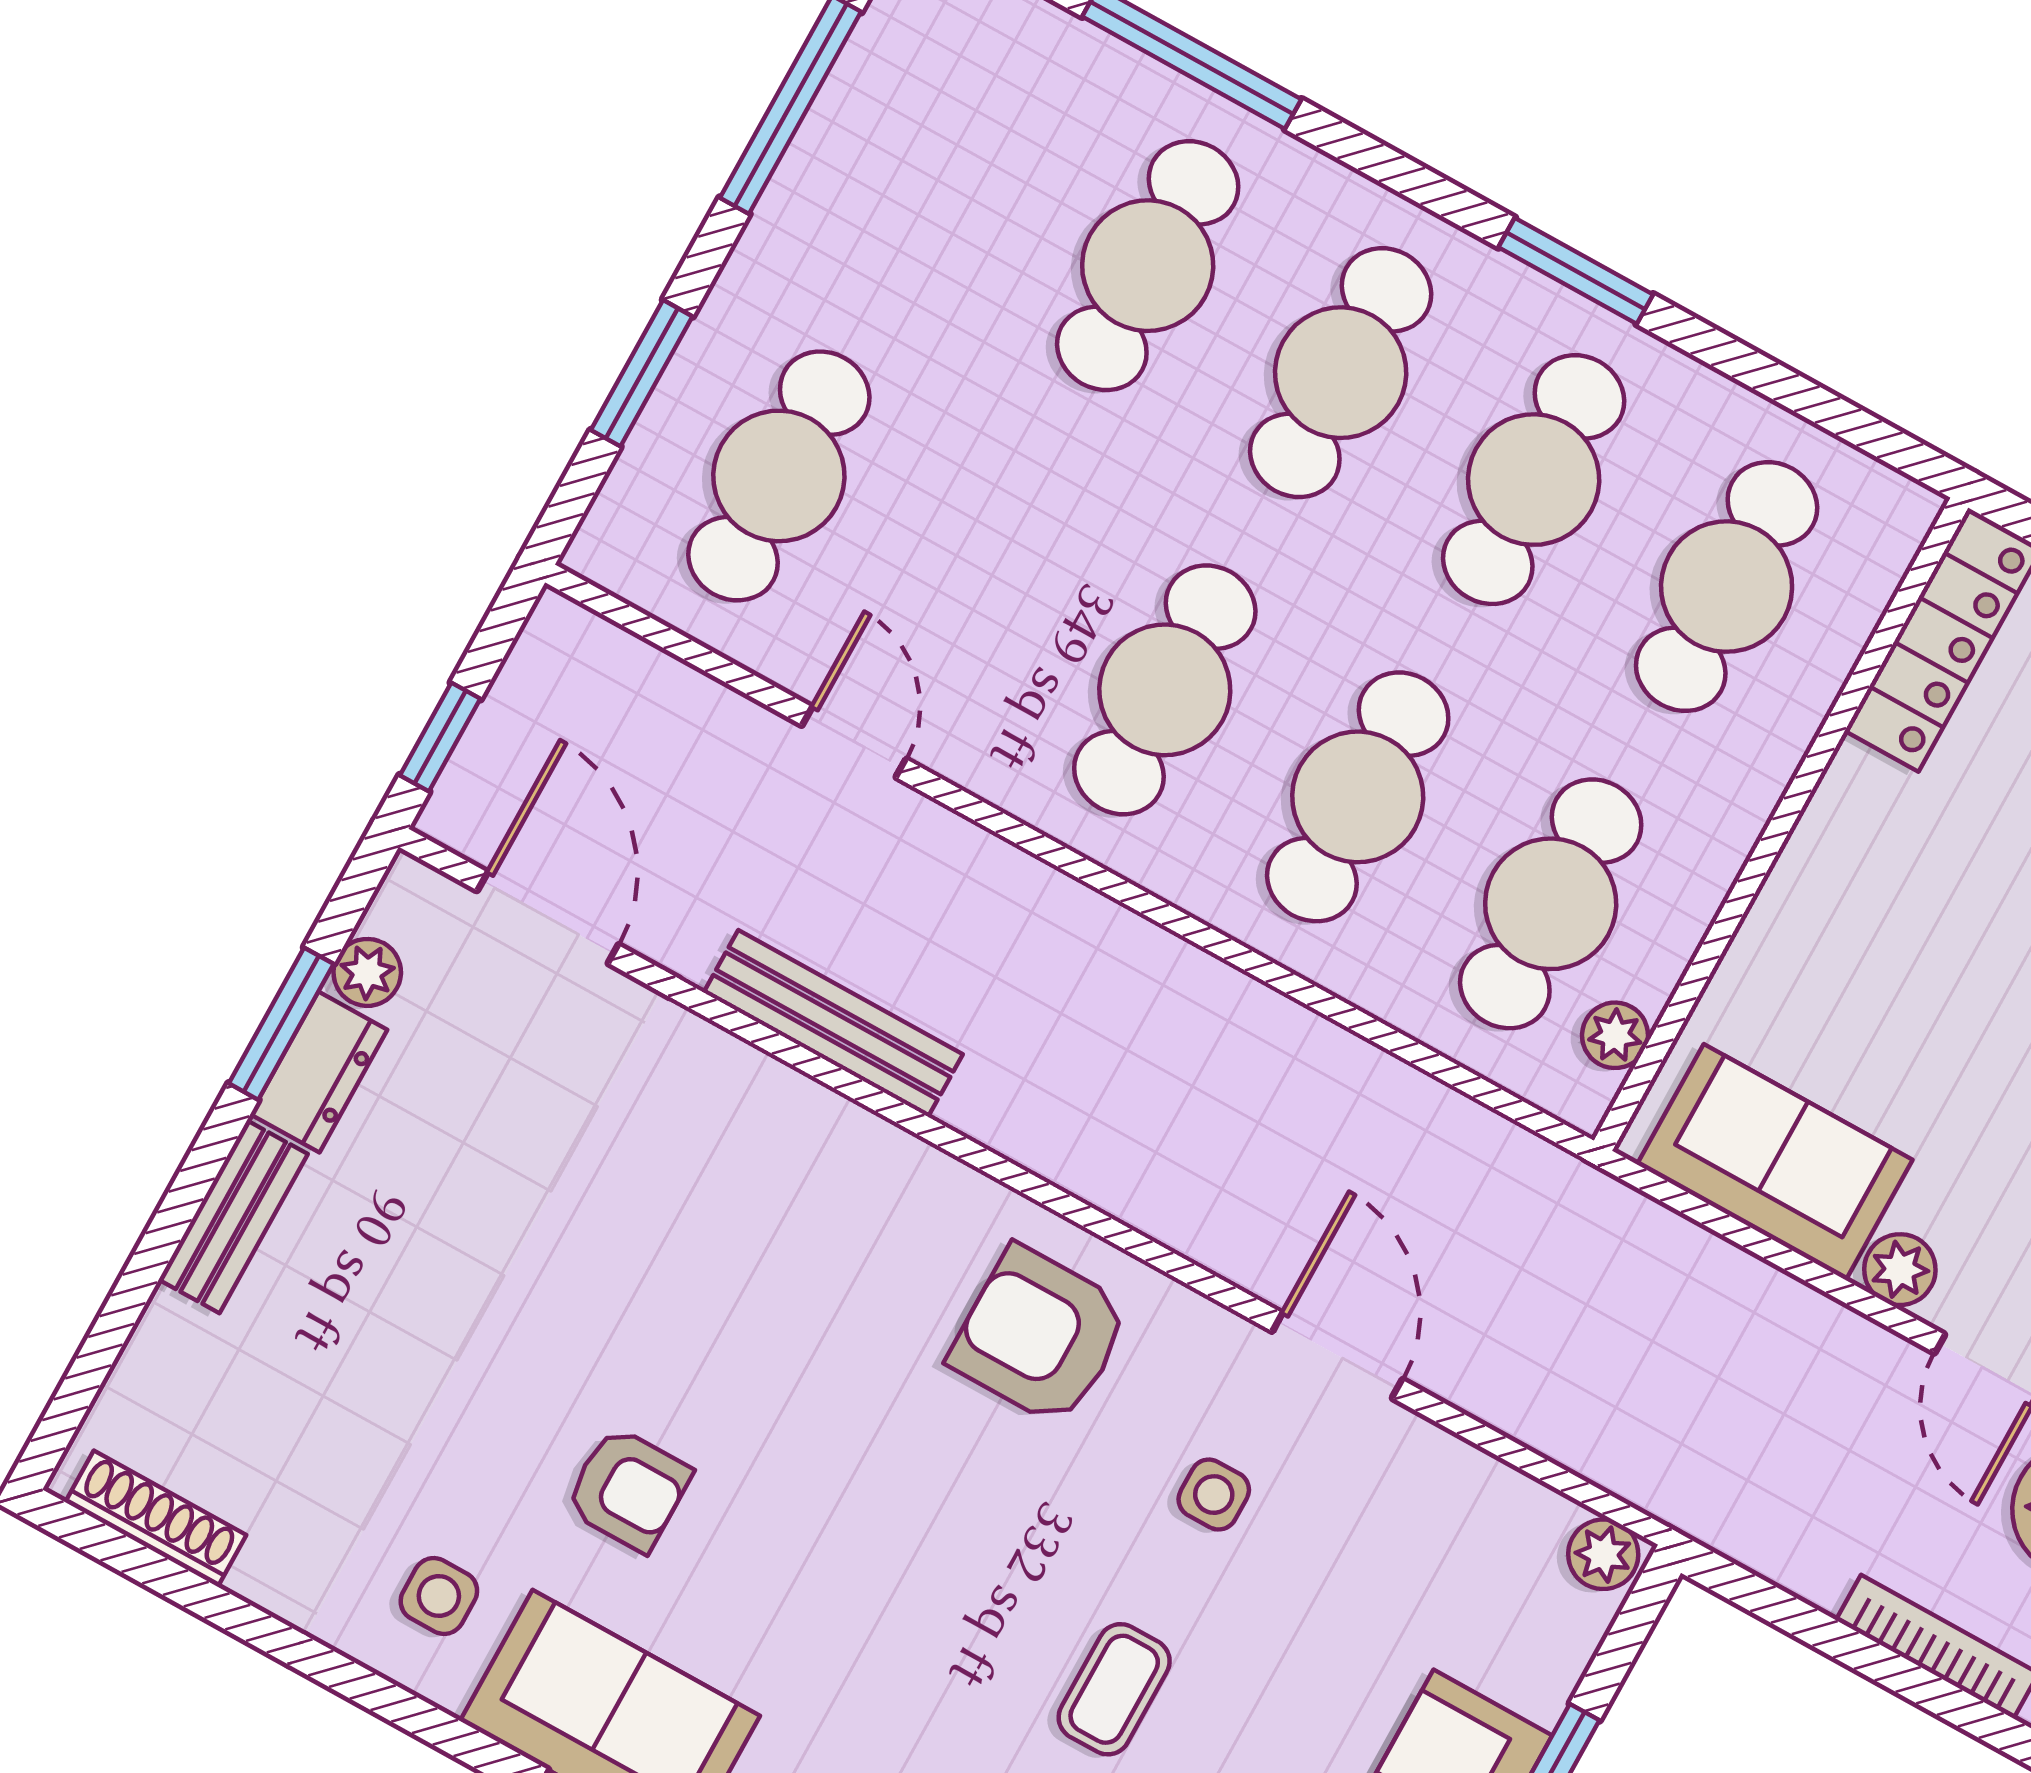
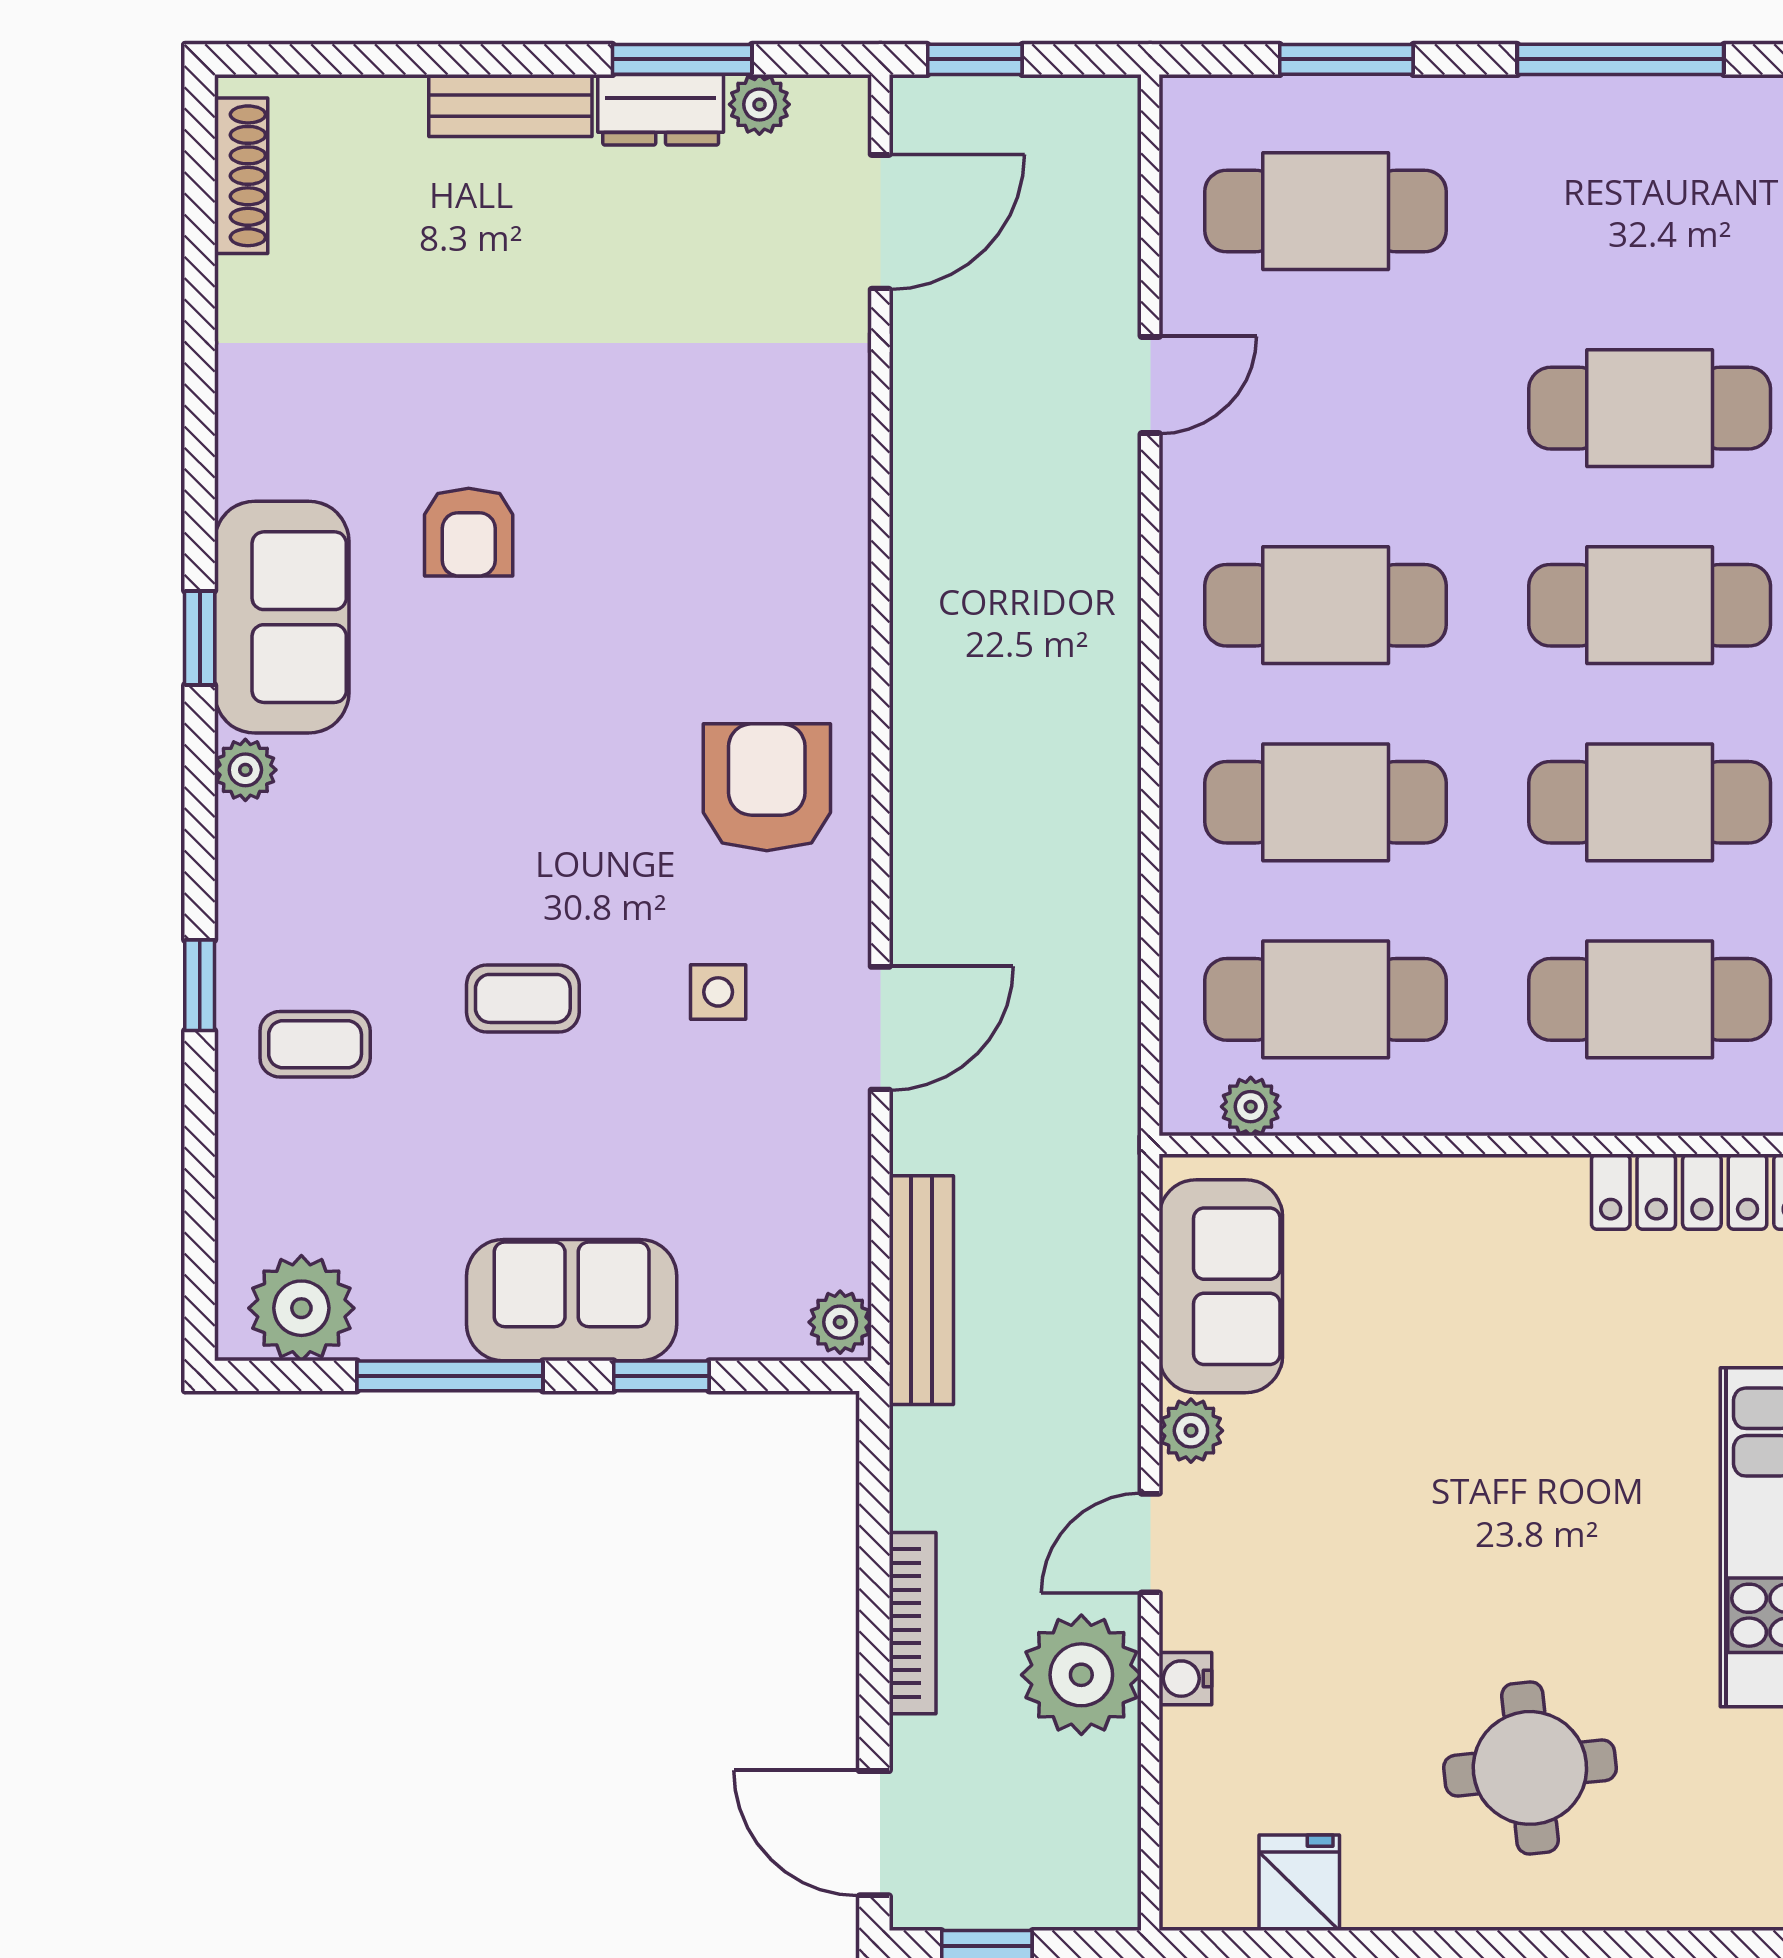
bench: (833, 1023) -> (921, 1290), moved
side table: (439, 1596) -> (303, 430), removed

